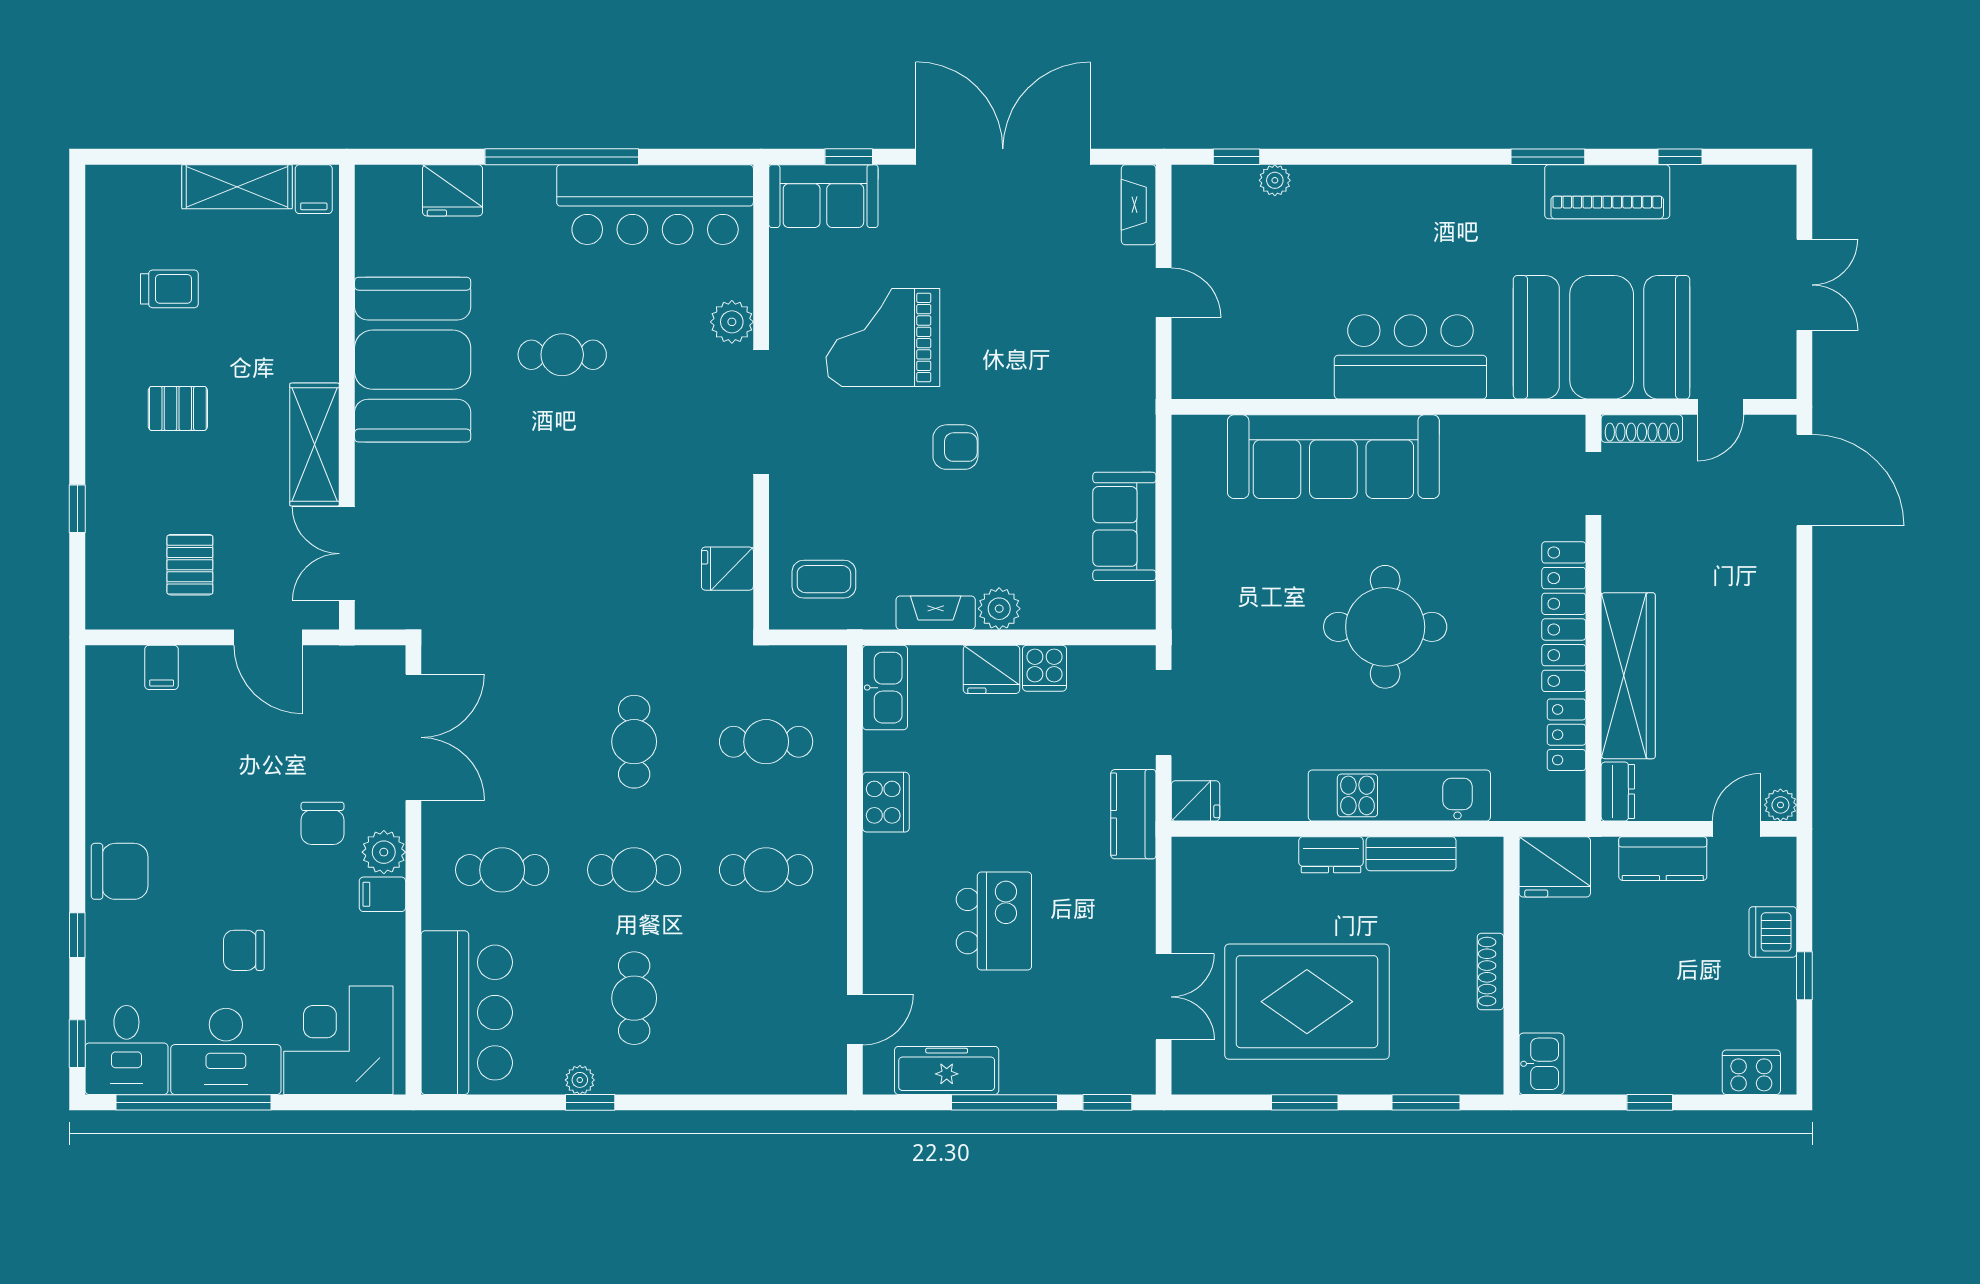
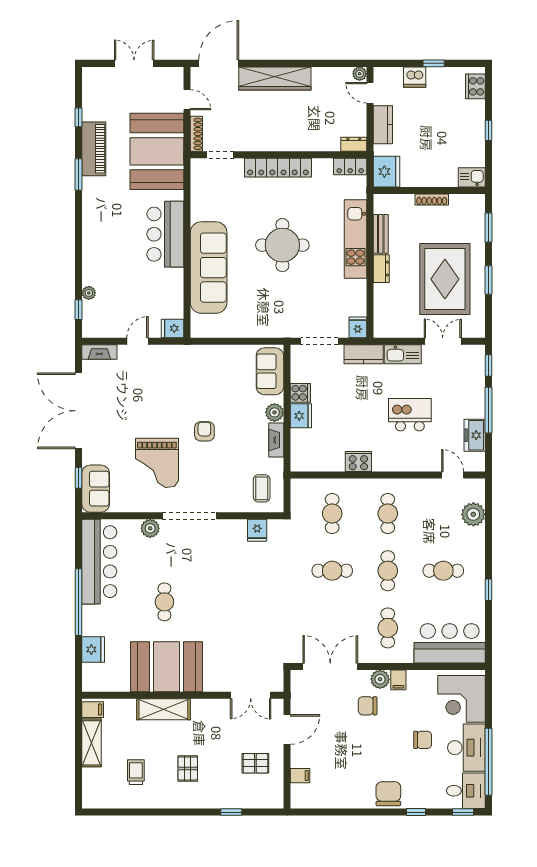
fridge: (1193, 373) -> (172, 328), added
shelving: (314, 445) -> (163, 709), moved
sofa: (1124, 526) -> (270, 371), moved, turned 90
wardrobe: (1628, 676) -> (275, 78), moved, turned 180
kitchen sink: (885, 688) -> (403, 354), moved, turned 180
locker: (1566, 735) -> (350, 167), moved
chair: (322, 823) -> (368, 706), turned 180
chair: (244, 950) -> (423, 740), turned -90
freezer: (947, 1070) -> (475, 435), width x0.71
plant: (580, 1080) -> (473, 514), moved, width x1.87, depth x1.87

